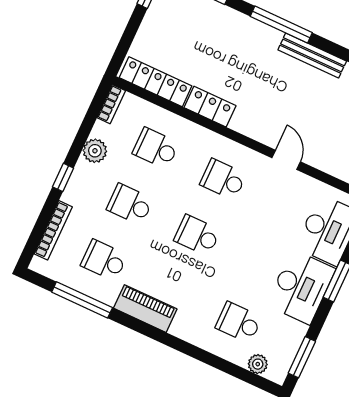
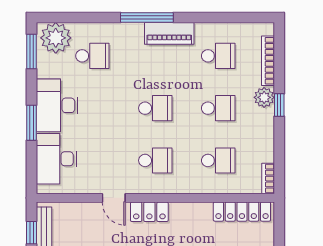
locker: (210, 107) -> (149, 212), moved
plant: (95, 151) -> (264, 97), moved
window: (82, 300) -> (147, 17), moved
plant: (258, 364) -> (56, 38), width x1.87, depth x1.87

